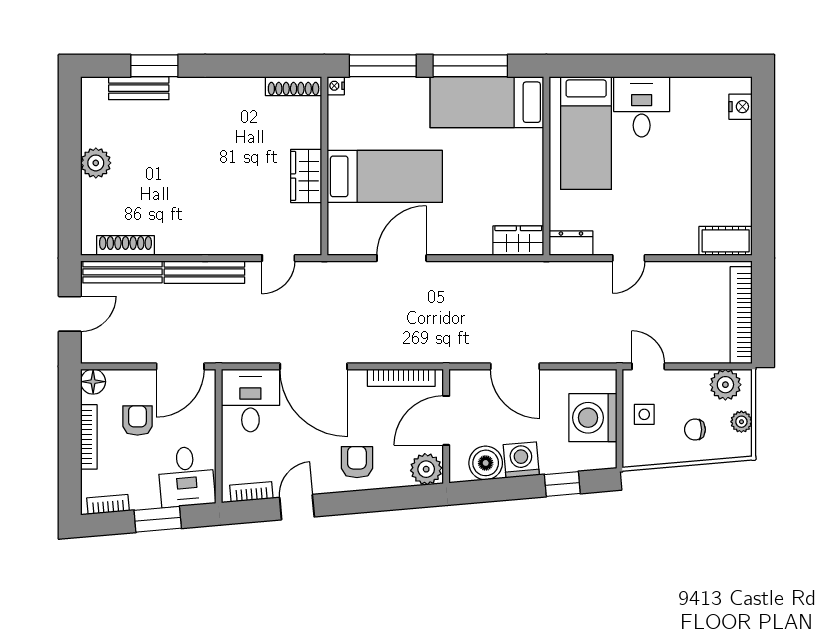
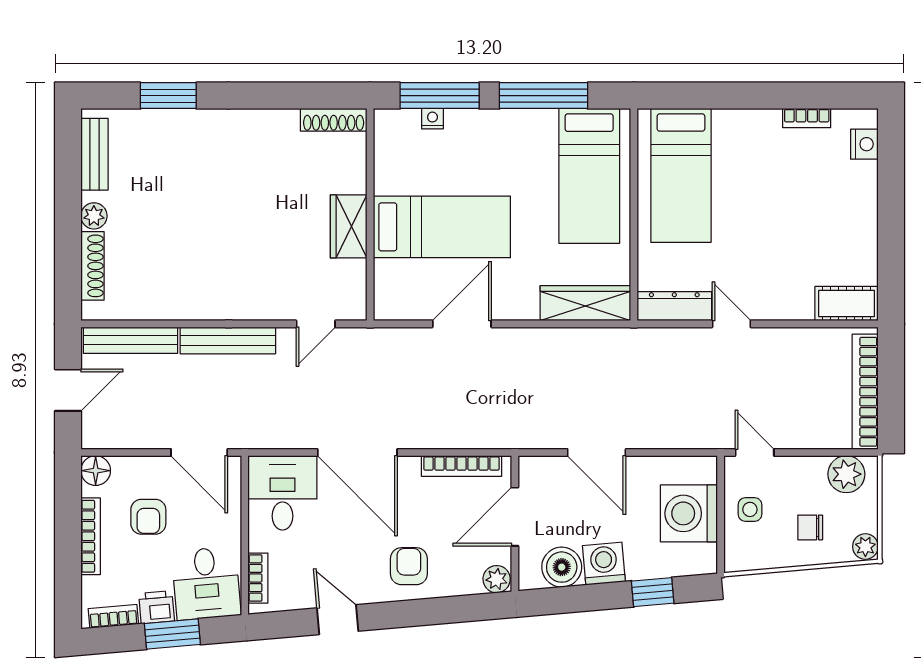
bookcase: (692, 85) -> (807, 118), added
nightstand: (336, 86) -> (432, 119), moved, turned 90
bench: (139, 88) -> (94, 154), moved, turned 90
bed: (487, 102) -> (589, 176), moved, turned -90
desk: (642, 107) -> (747, 144), removed
plant: (96, 163) -> (94, 216), width x0.73, depth x0.73
wardrobe: (518, 241) -> (585, 303), width x1.50
dresser: (571, 243) -> (674, 306), width x1.44
shoe rack: (126, 246) -> (92, 266), moved, turned 90
door: (629, 258) -> (731, 324), swing flipped
door: (180, 366) -> (199, 452), hinge flipped
armchair: (137, 420) -> (148, 517), turned 180
plant: (741, 422) -> (865, 547), moved
plant: (426, 469) -> (497, 579), width x0.73, depth x0.73
bookcase: (251, 492) -> (258, 578), moved, turned 95
printer: (144, 497) -> (157, 607), added
door: (297, 507) -> (338, 620), hinge flipped

